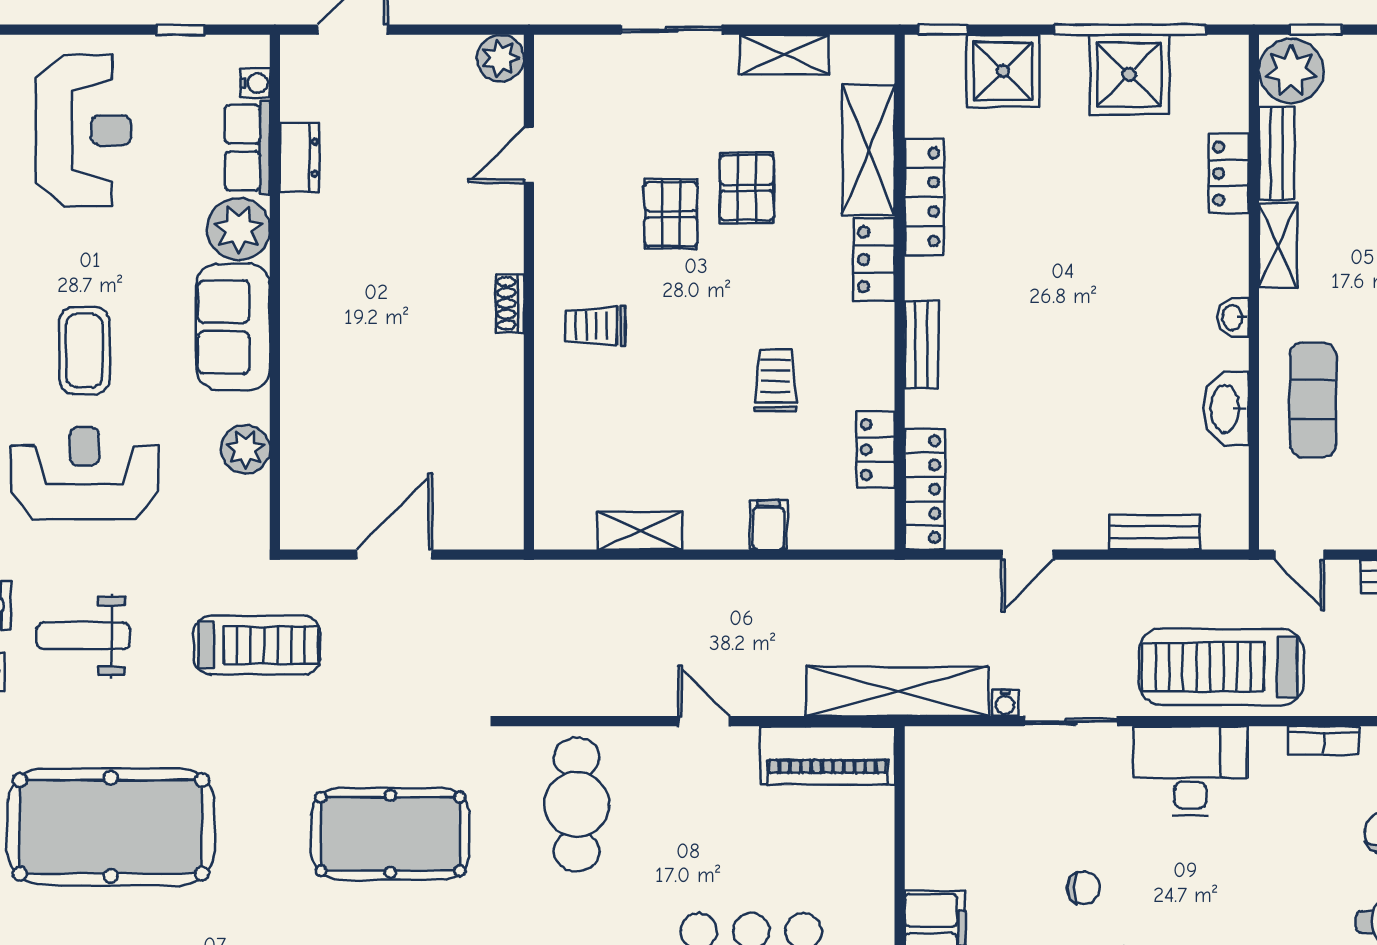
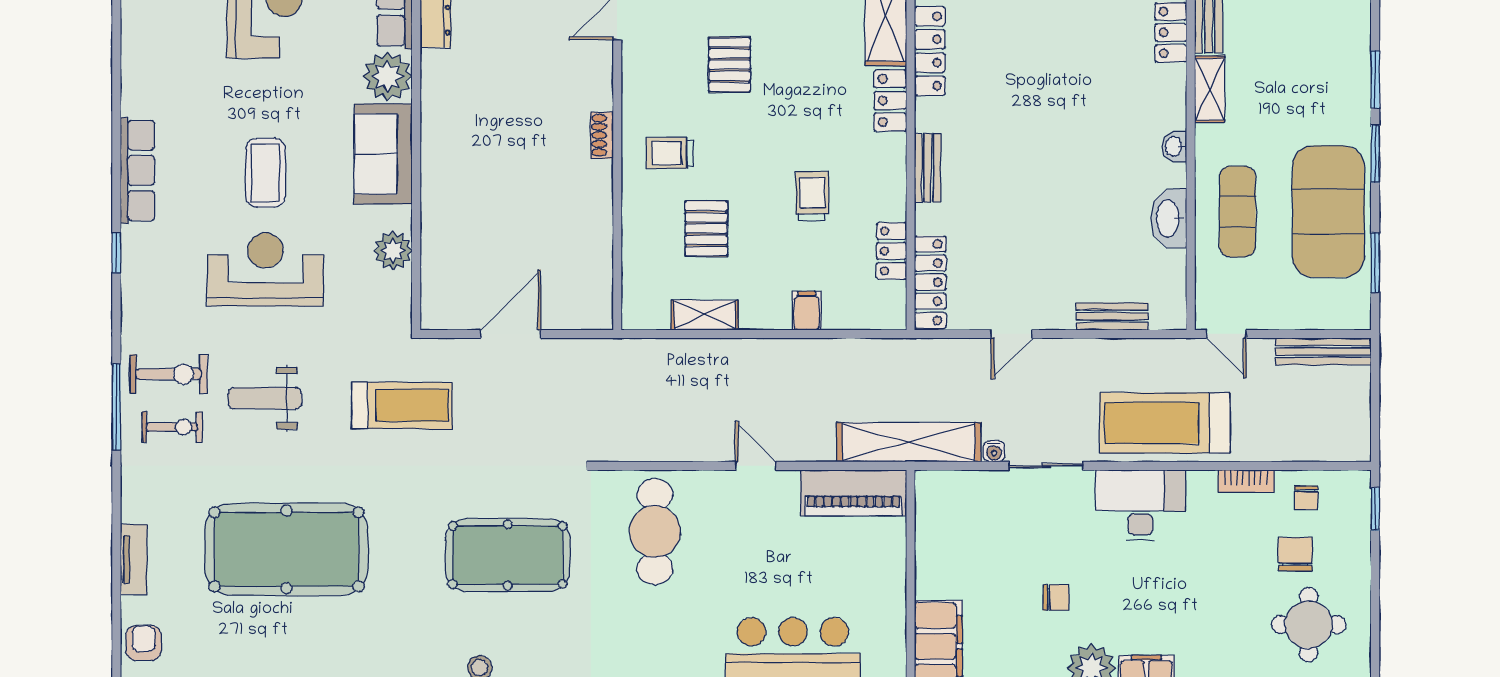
pallet: (747, 188) -> (706, 229), moved

